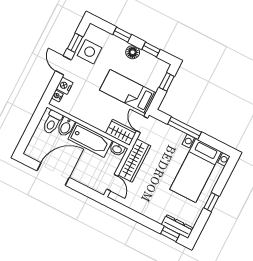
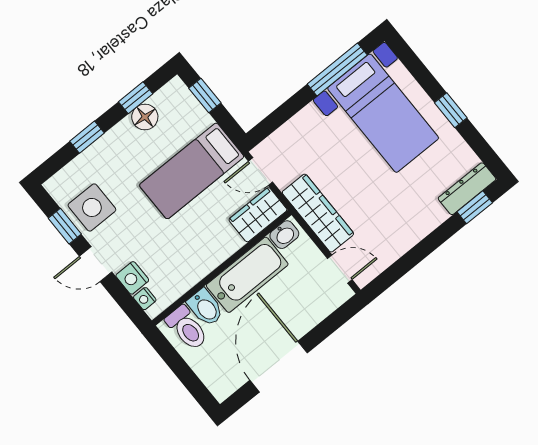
floor lamp: (133, 52) -> (145, 117), moved
window: (185, 128) -> (337, 69), moved

